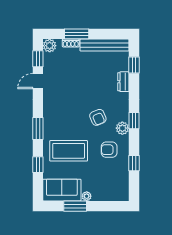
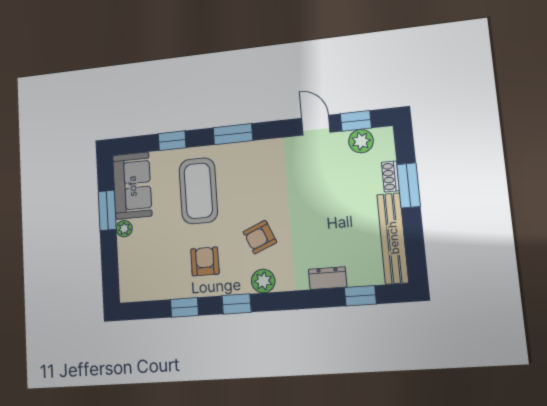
plant: (50, 46) -> (361, 141), moved
window: (134, 121) -> (237, 304), moved
plant: (122, 128) -> (263, 281), moved

